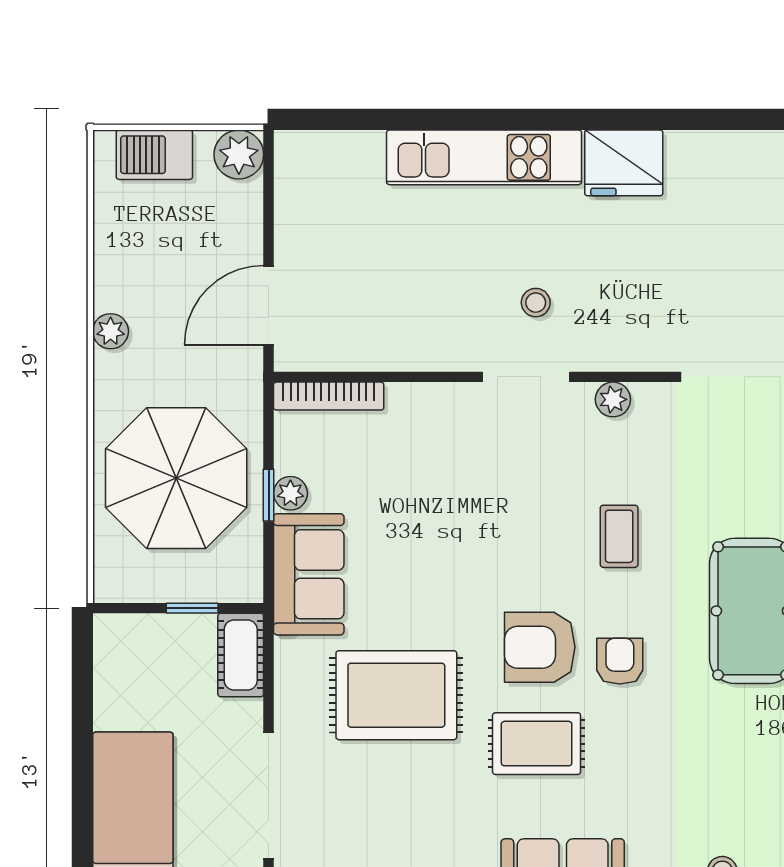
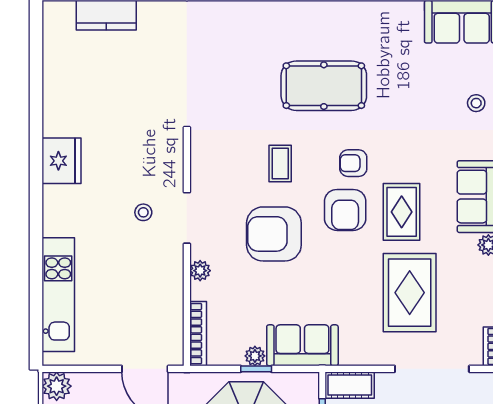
kitchen unit: (484, 157) -> (58, 295), moved
plant: (613, 399) -> (200, 271), moved
armchair: (499, 526) -> (274, 234), added
coffee table: (619, 536) -> (280, 163), turned 90
rug: (396, 695) -> (410, 293), moved

